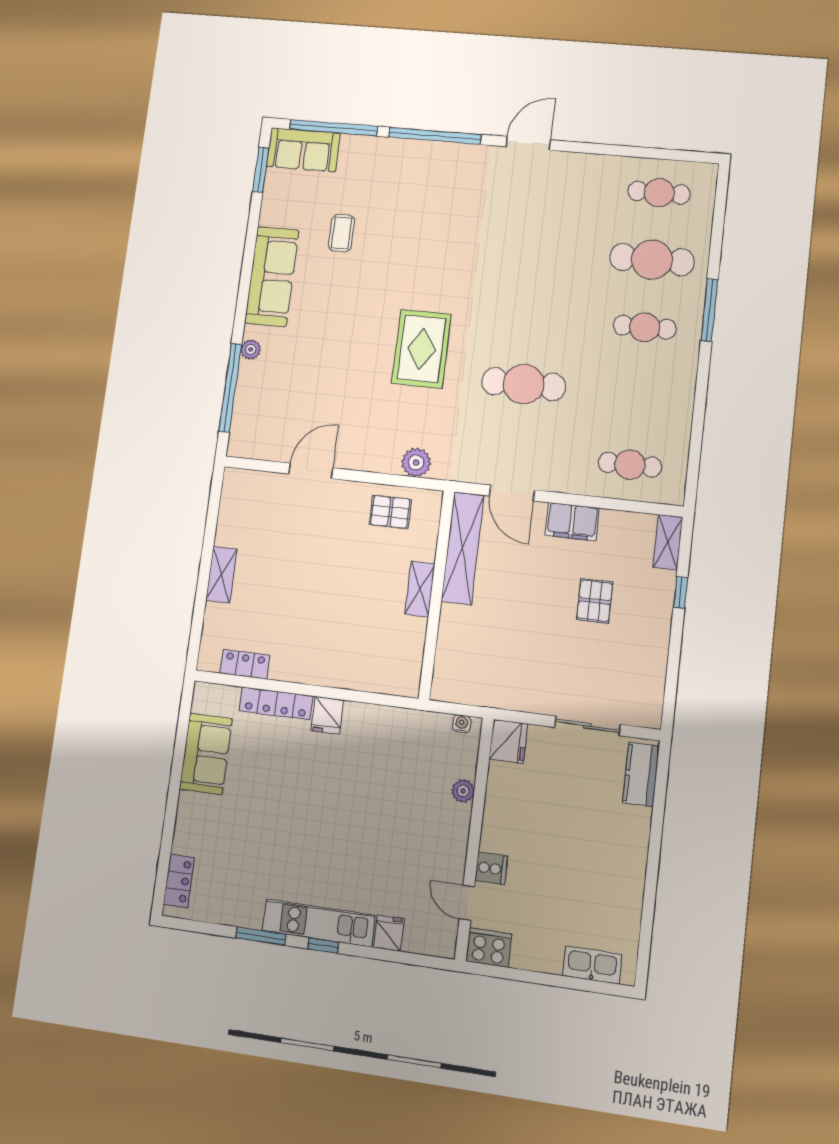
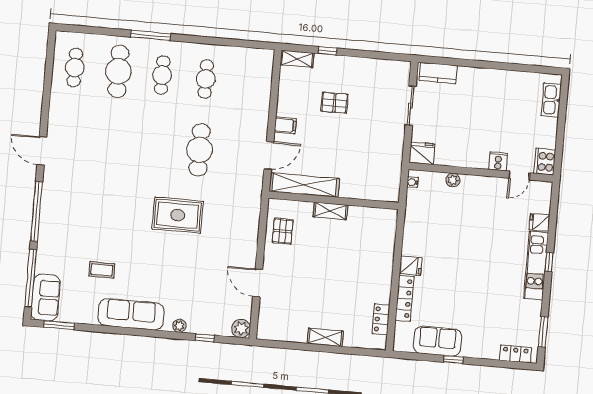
window: (230, 388) -> (205, 338), width x0.32
plant: (416, 463) -> (241, 328), moved
cafe table: (630, 465) -> (206, 79), moved
filing cabinet: (572, 522) -> (285, 125), width x0.50
window: (176, 779) -> (453, 360), added
window: (261, 936) -> (543, 332), moved

